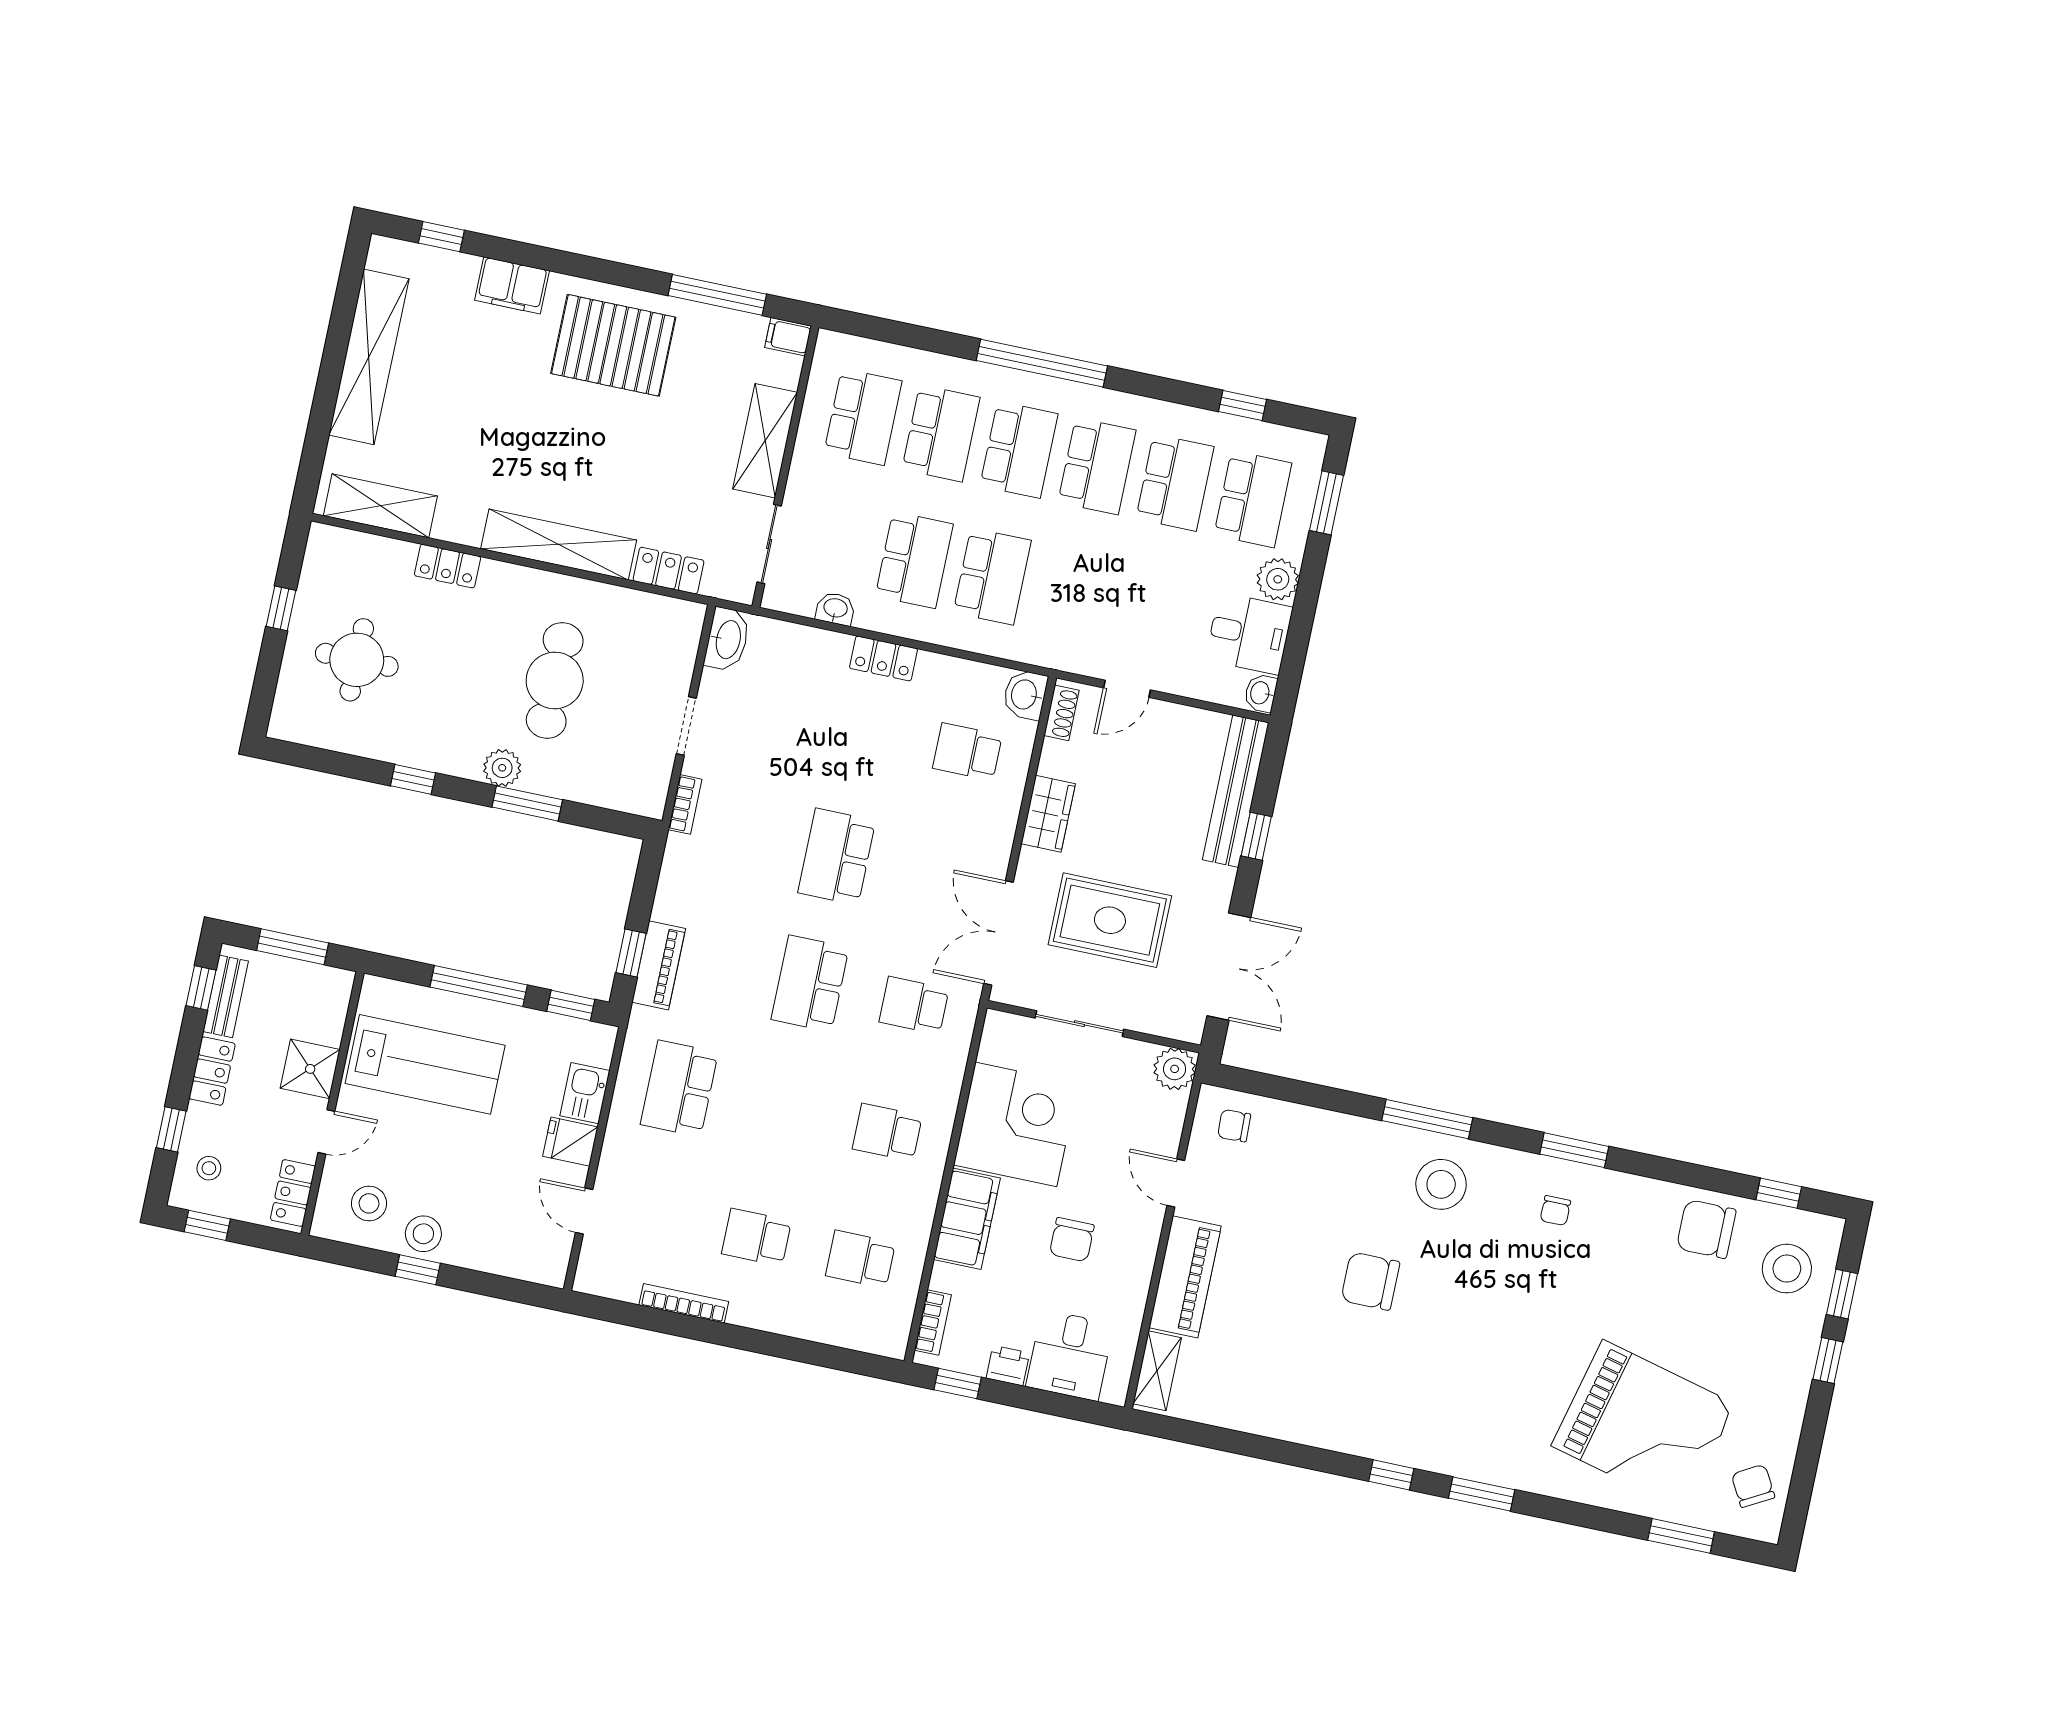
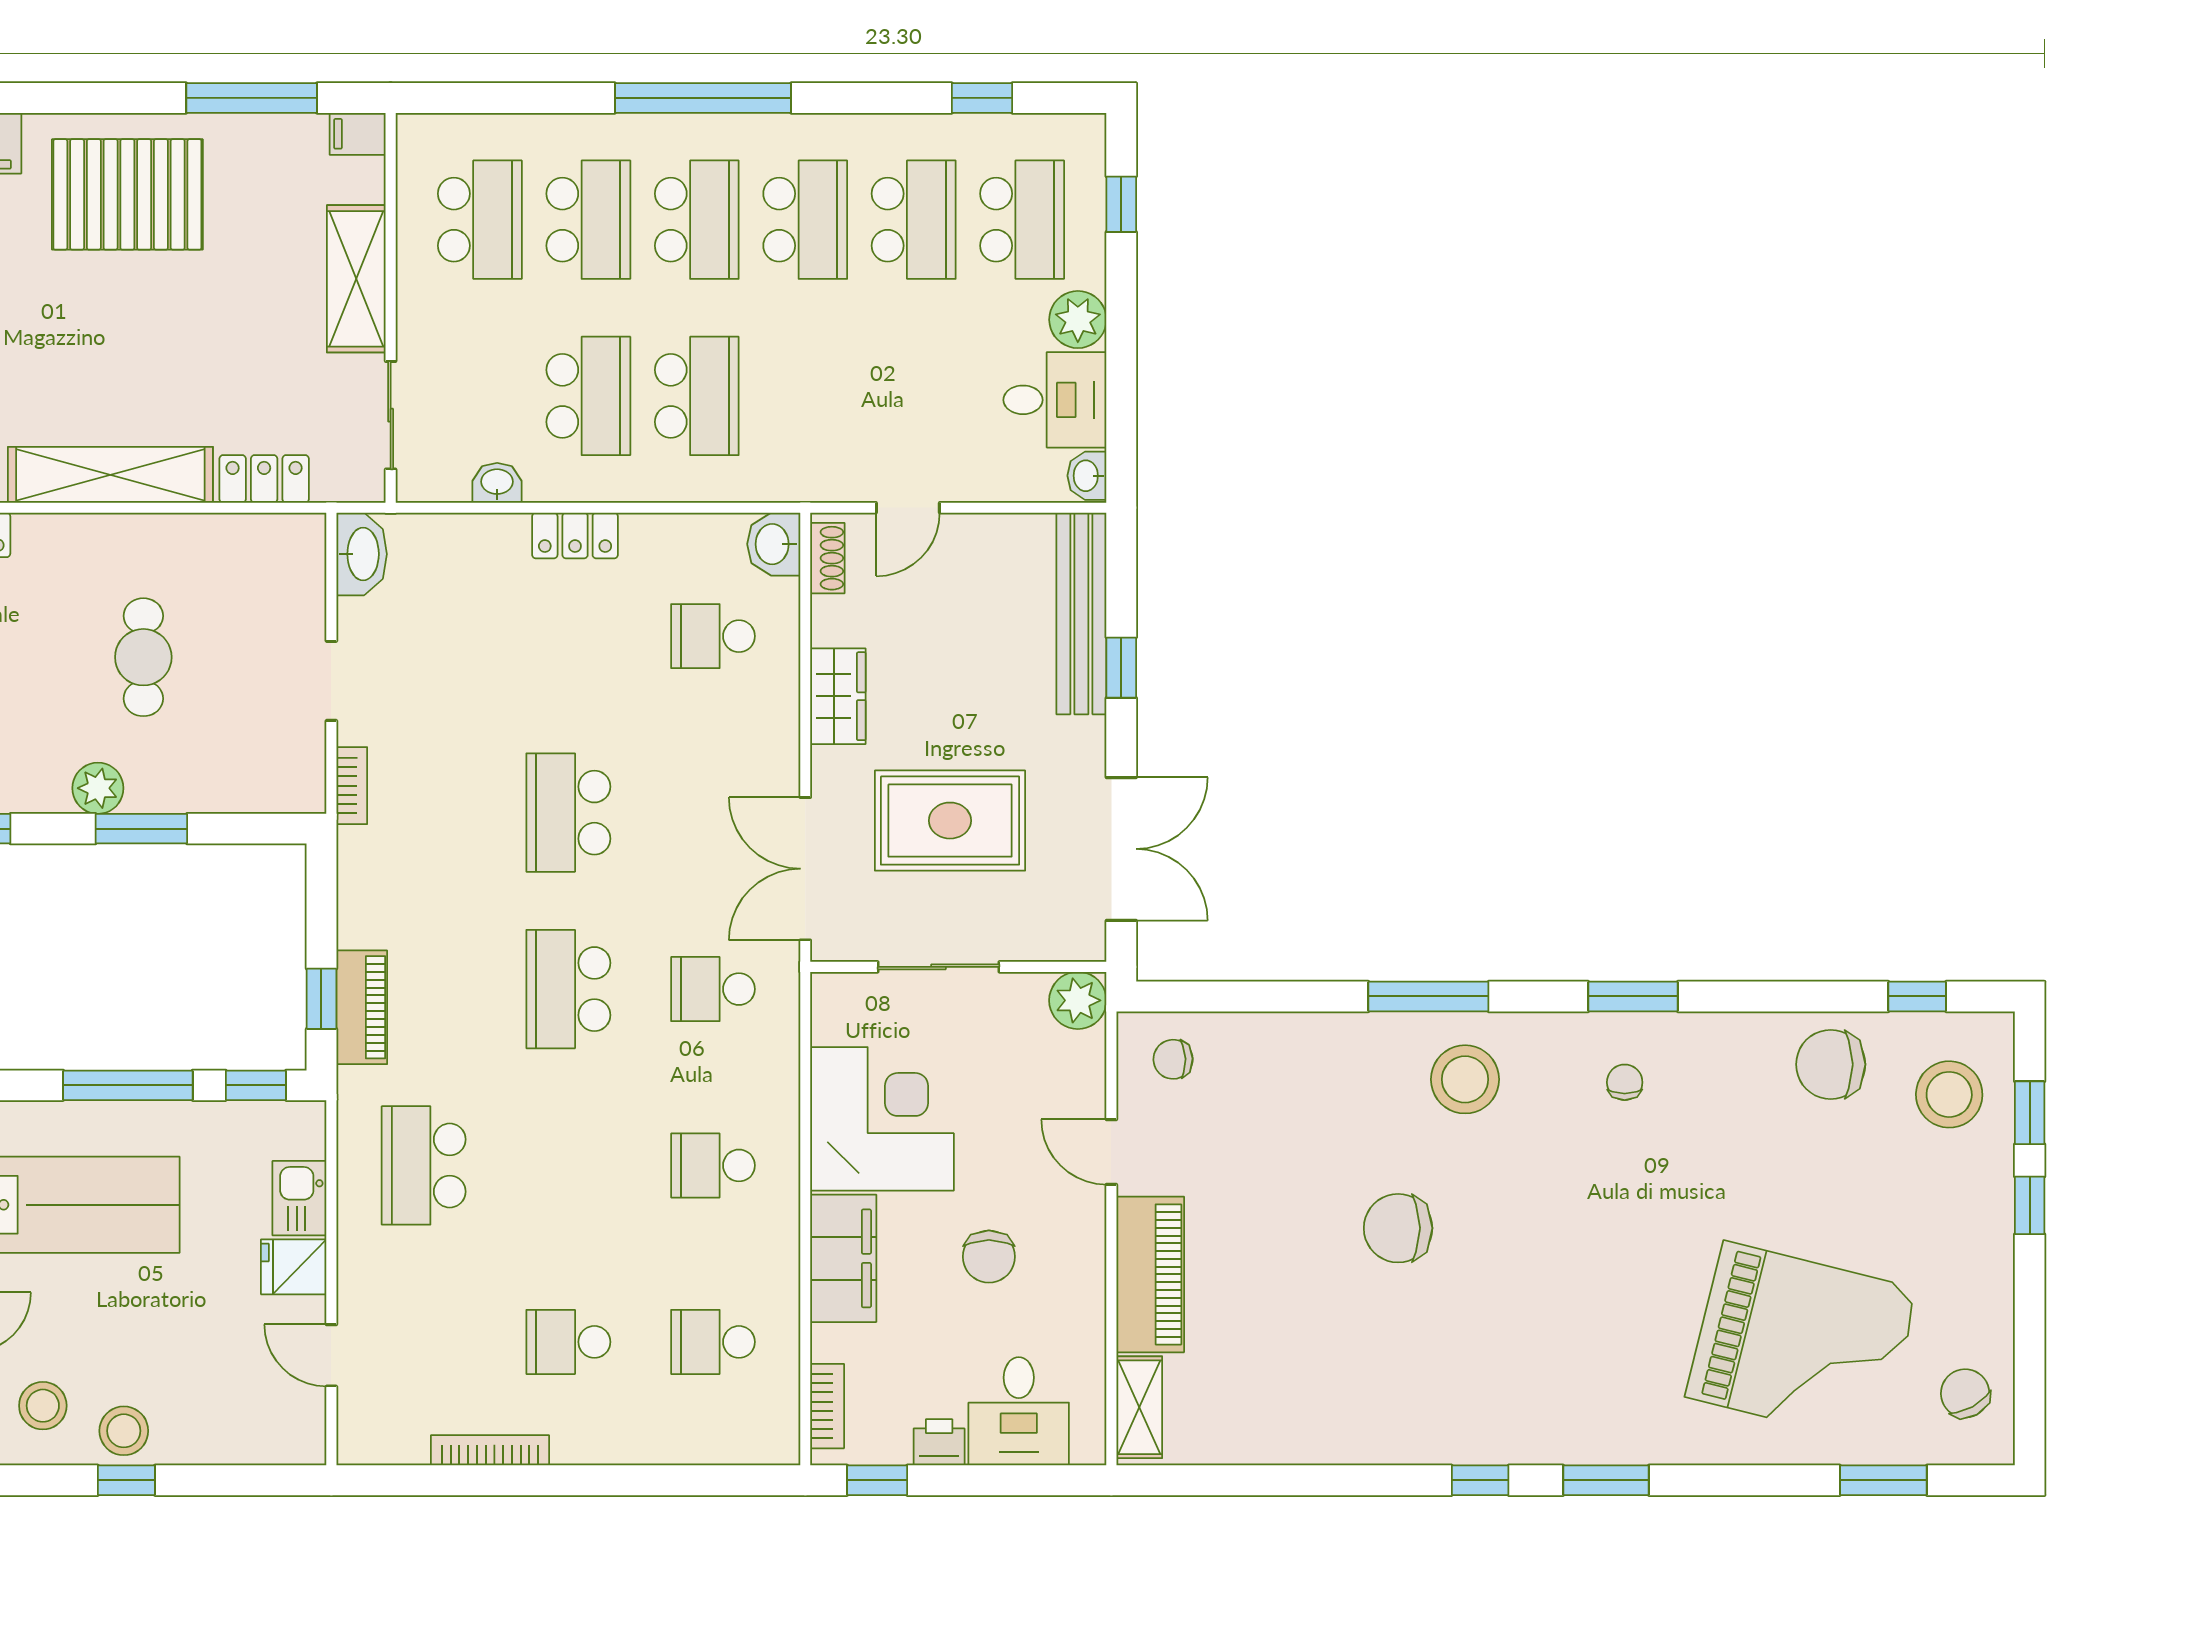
window: (1326, 503) -> (1121, 204), width x0.67
cafe table: (555, 680) -> (143, 657), width x0.73, depth x0.74
chair: (1555, 1211) -> (1625, 1082), turned 180

